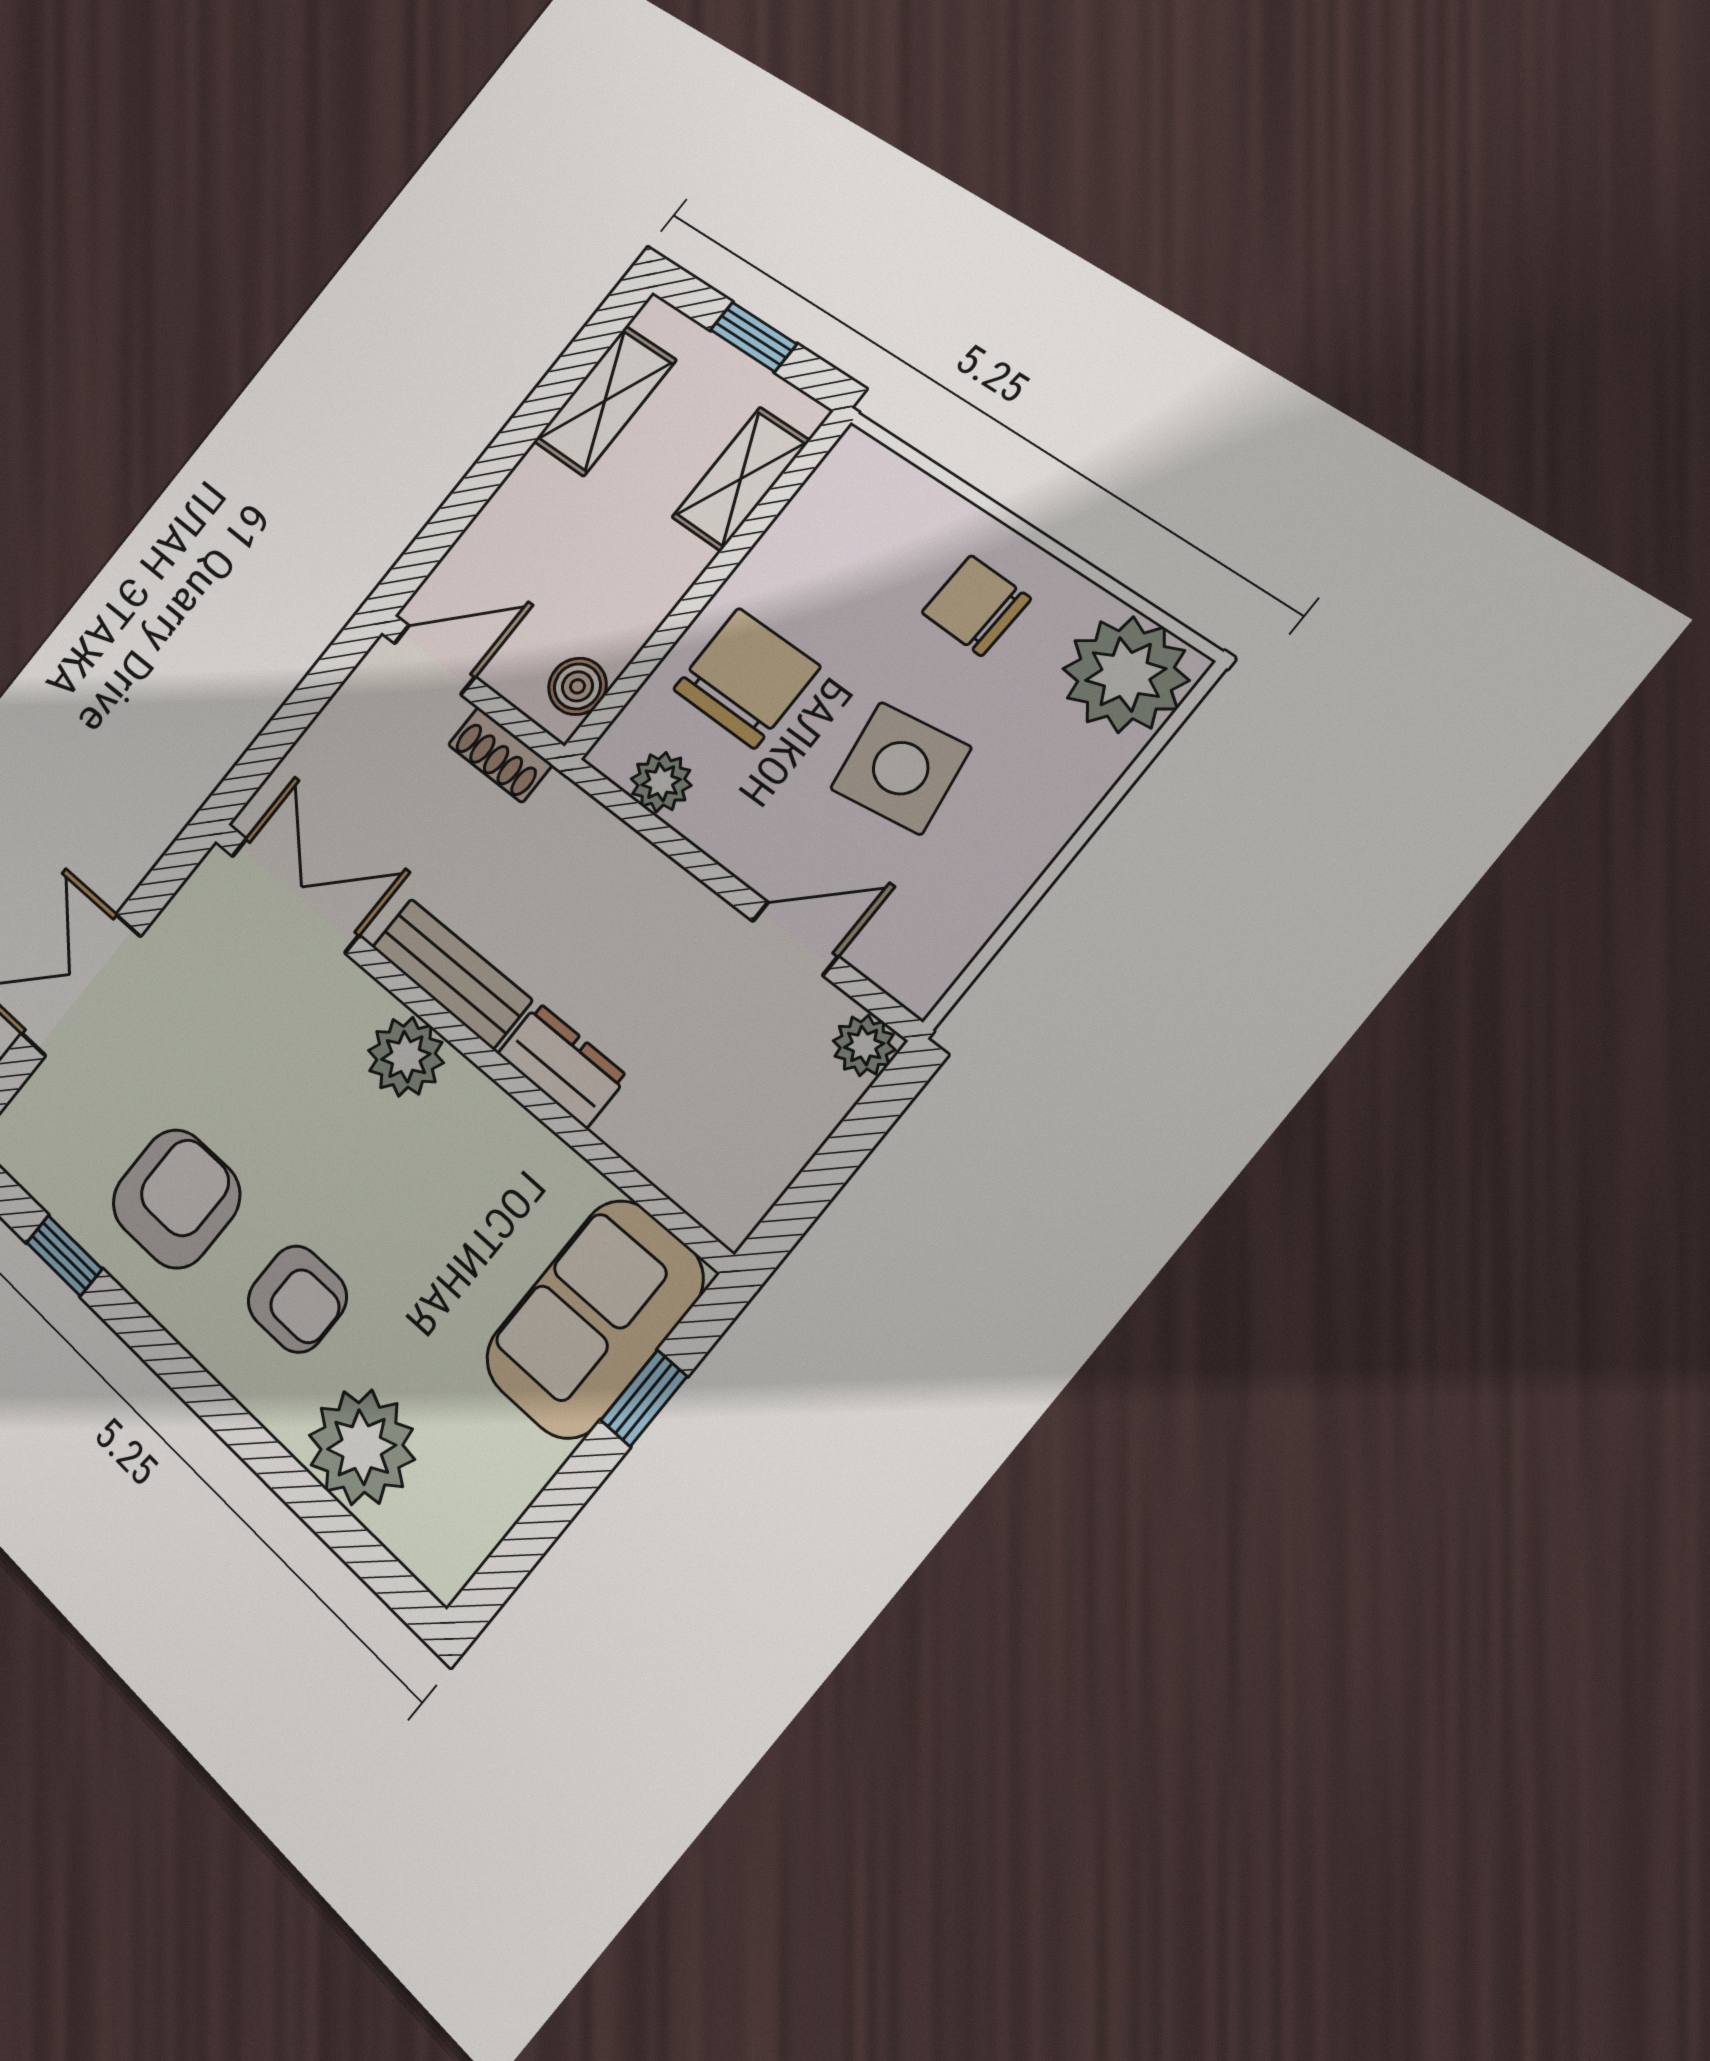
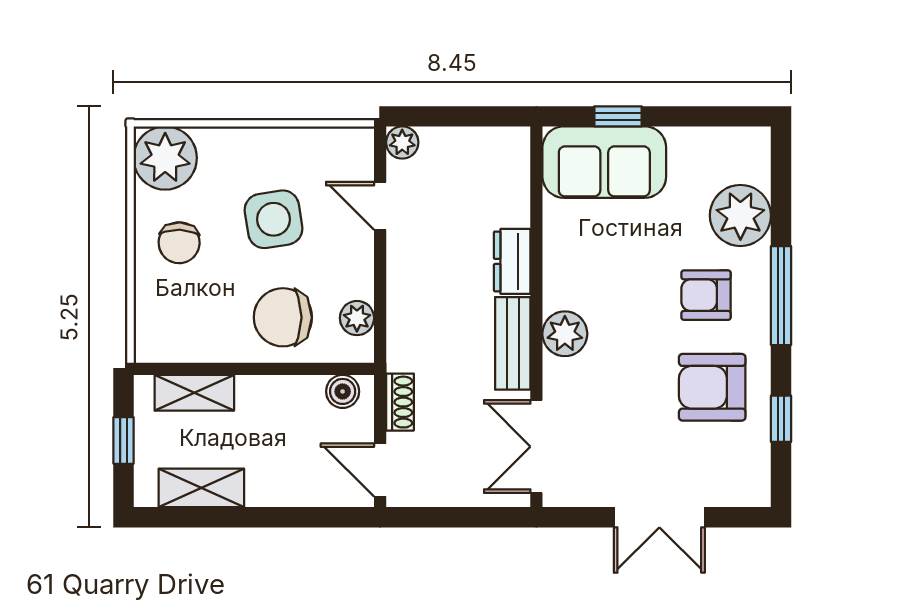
armchair: (297, 1299) -> (706, 295), turned -90
window: (212, 1403) -> (781, 296), added

